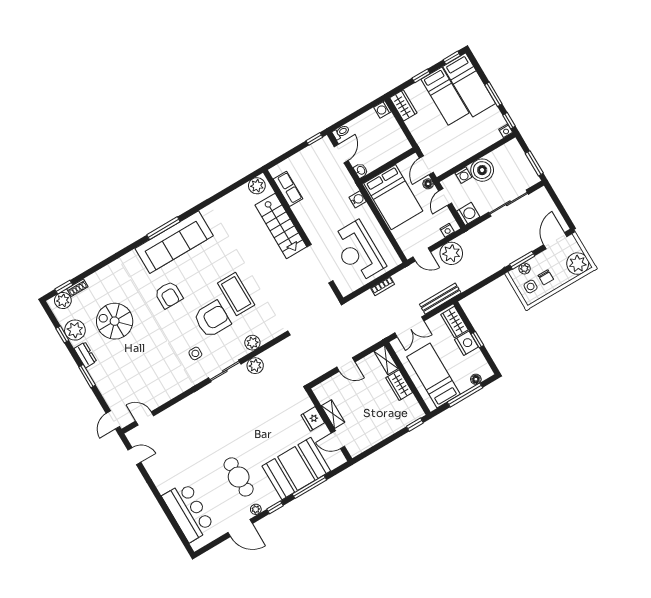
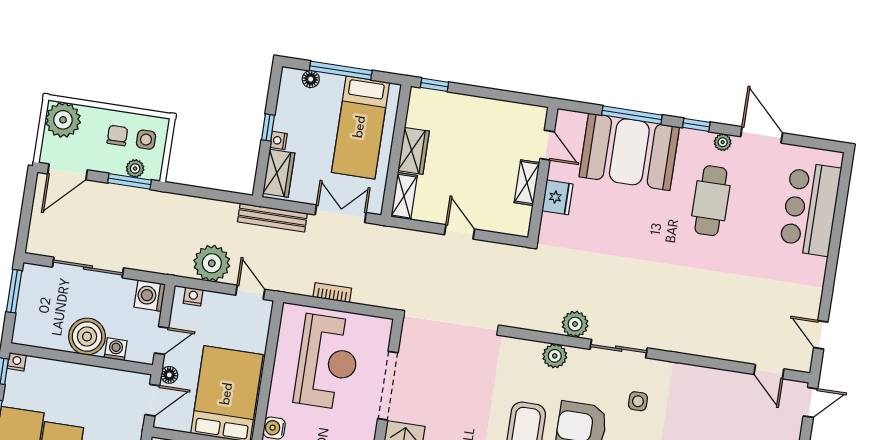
nightstand: (466, 343) -> (278, 140), width x0.53, depth x0.56

